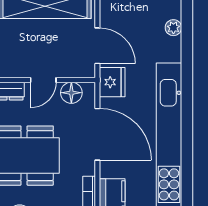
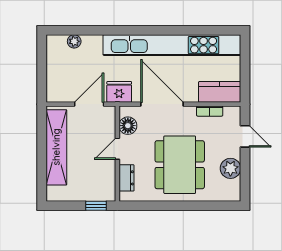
door: (43, 80) -> (117, 149), swing flipped
door: (97, 134) -> (162, 104), hinge flipped

